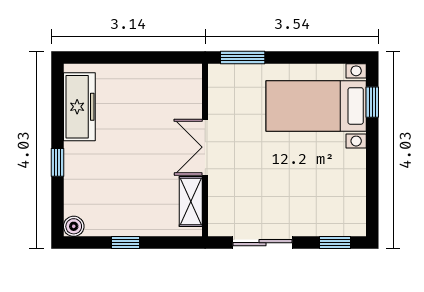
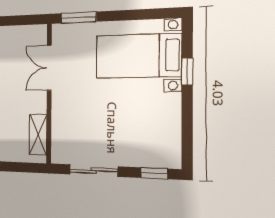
window: (372, 102) -> (187, 72), moved
double door: (205, 147) -> (49, 68), moved

